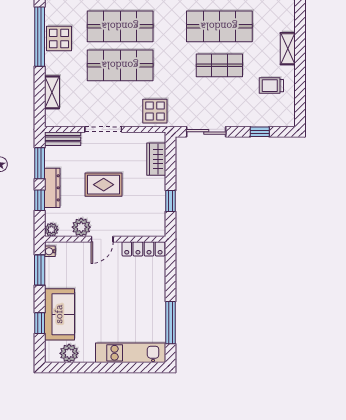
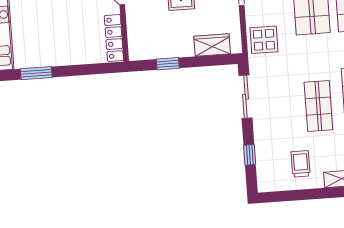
window: (171, 323) -> (36, 73), width x0.69

